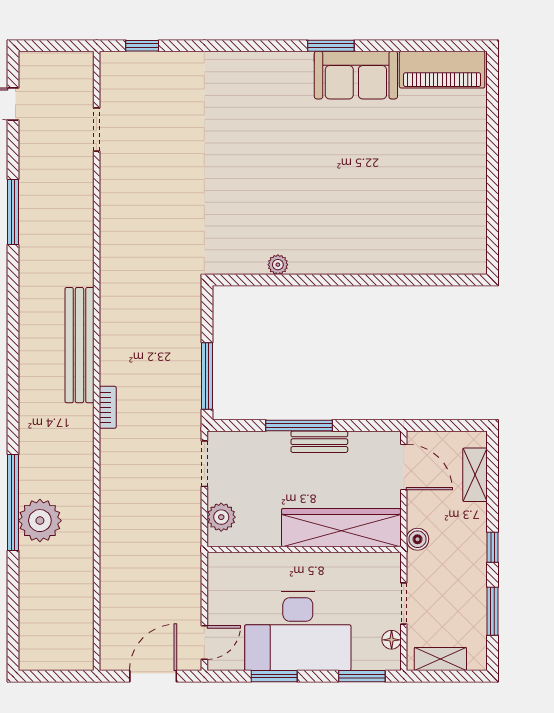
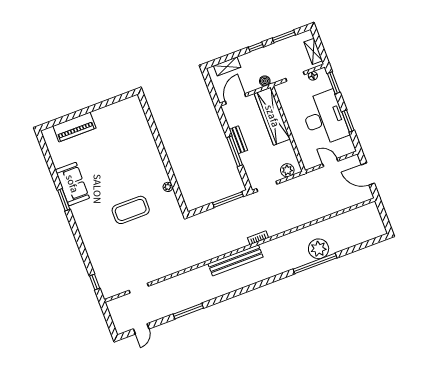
piano: (442, 70) -> (74, 127), moved, turned 90
coffee table: (260, 173) -> (131, 210), added
door: (204, 643) -> (330, 163), moved

